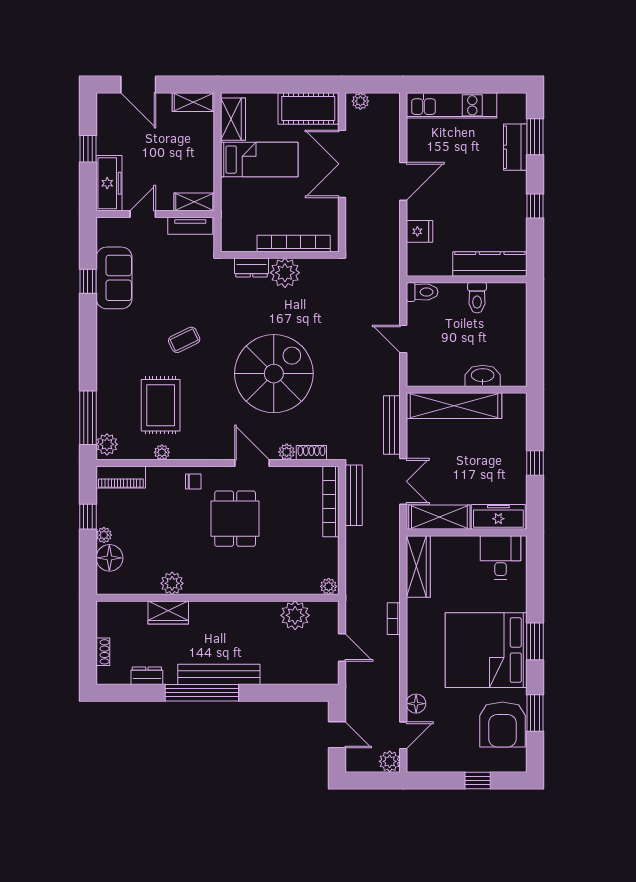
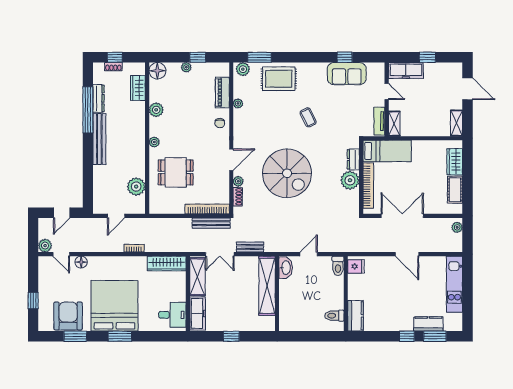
door: (138, 84) -> (467, 89), swing flipped
cot: (308, 109) -> (455, 190), width x0.73, depth x0.75
wardrobe: (233, 119) -> (455, 162), moved, turned 90
bed: (259, 160) -> (387, 151), moved, turned -90
double door: (342, 164) -> (402, 216), moved
window: (535, 206) -> (407, 336), moved
fridge: (419, 231) -> (356, 266), moved, turned -90
kitchen counter: (490, 264) -> (355, 316), width x0.67
toilet: (477, 298) -> (334, 316), moved
washbasin: (483, 376) -> (286, 268), moved
rug: (161, 405) -> (279, 79), moved
window: (88, 418) -> (259, 57), width x0.69
bench: (392, 425) -> (250, 247), width x0.73
piano: (121, 477) -> (222, 92), moved
dining table: (235, 519) -> (176, 172), moved
floor lamp: (109, 558) -> (157, 71), moved
plant: (329, 586) -> (154, 142), moved
wardrobe: (168, 613) -> (138, 88), moved
window: (88, 650) -> (115, 57), added
dresser: (147, 676) -> (99, 98), width x1.44
window: (202, 693) -> (88, 110), moved
armchair: (502, 724) -> (68, 316), turned 90

